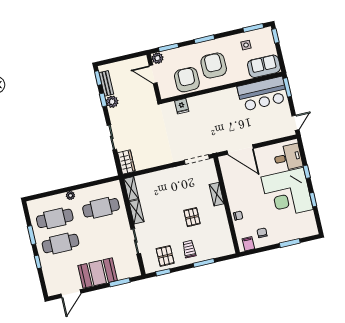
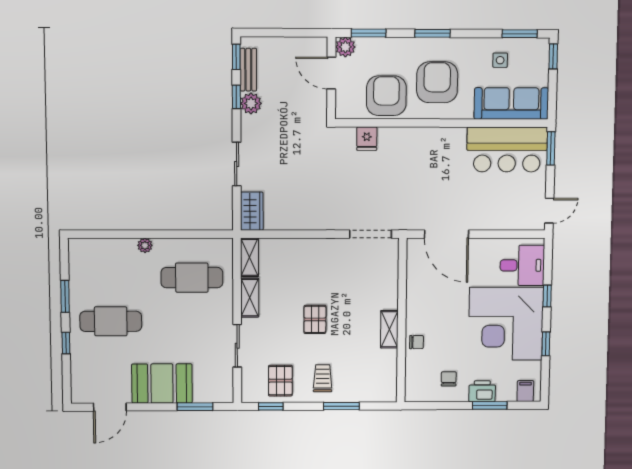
sofa: (264, 66) -> (511, 104), width x1.36
shelving: (217, 194) -> (389, 329), moved
pallet: (192, 217) -> (315, 319), moved
cafe table: (55, 218) -> (110, 278), removed
printer: (283, 236) -> (482, 391), added
filing cabinet: (248, 244) -> (525, 391), moved

